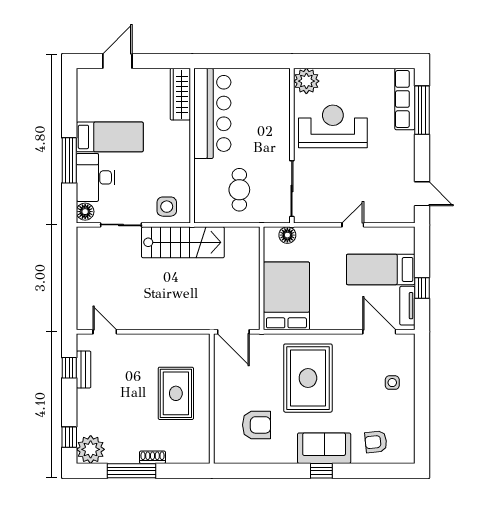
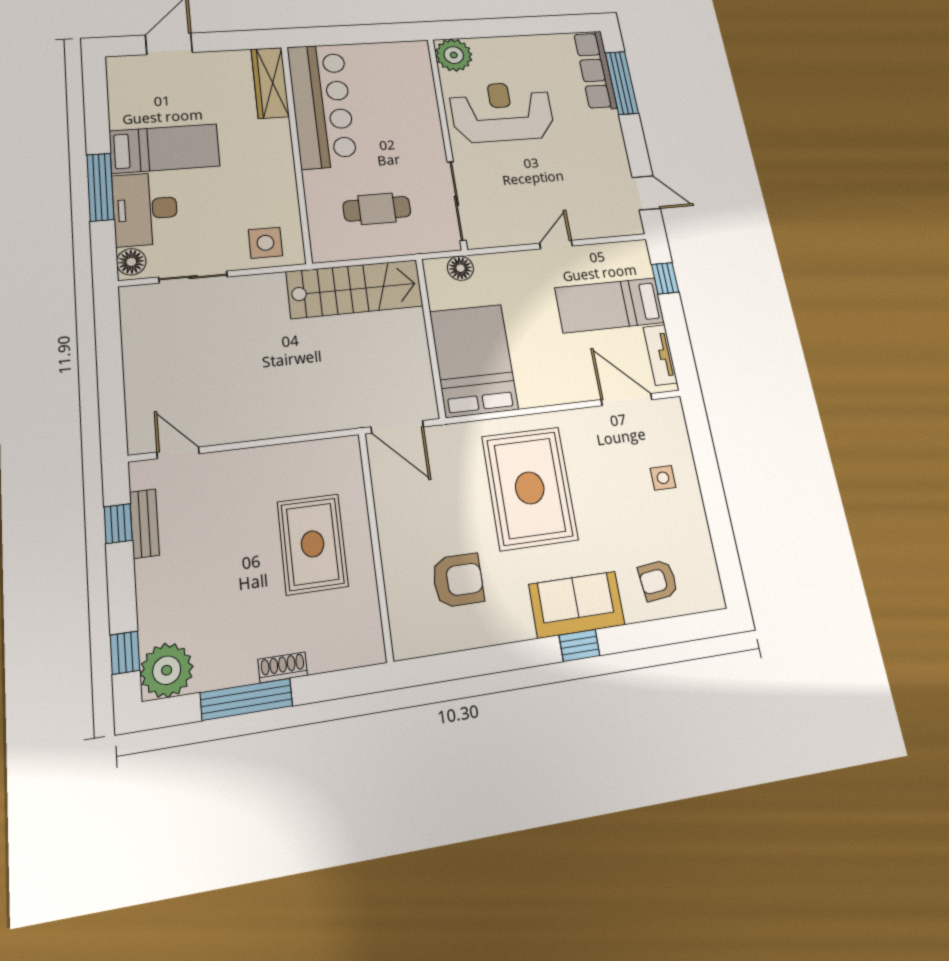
cafe table: (239, 190) -> (377, 209), turned 90
stairs: (183, 242) -> (355, 289), moved
window: (422, 288) -> (665, 278), moved

